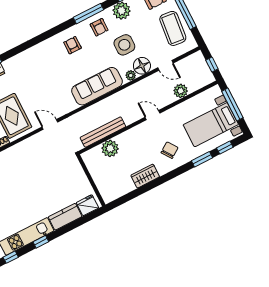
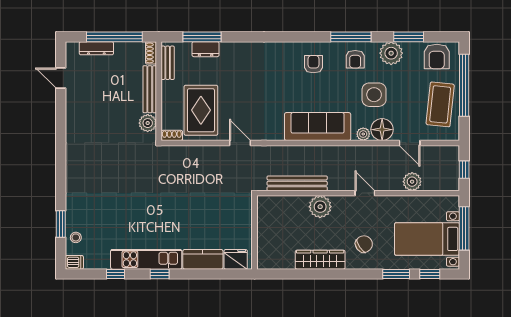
plant: (110, 148) -> (320, 207), moved
wardrobe: (145, 176) -> (320, 260), width x1.50

